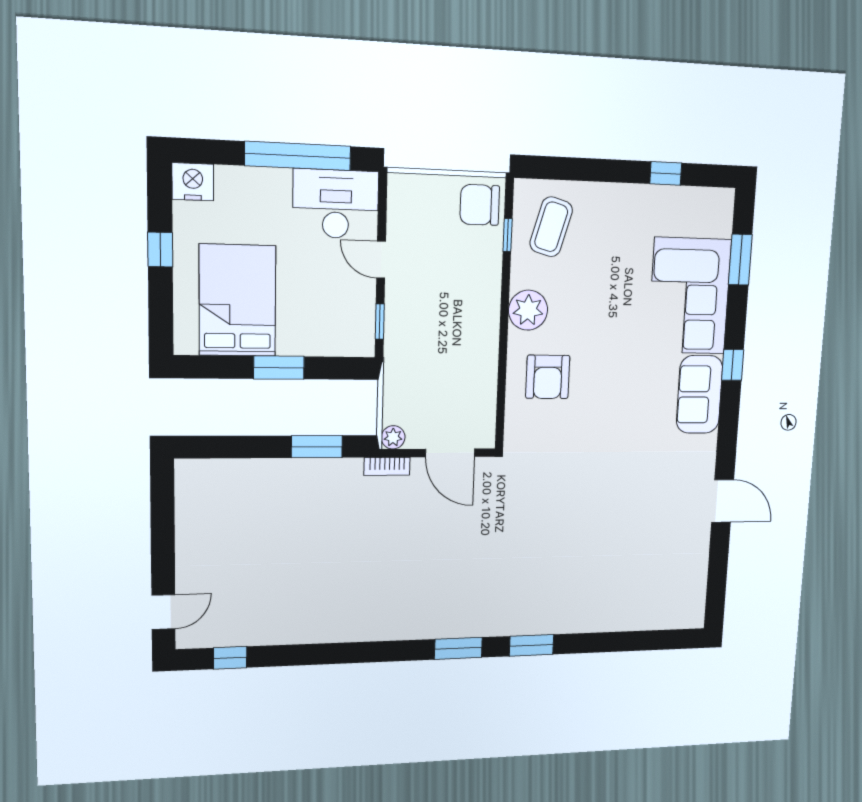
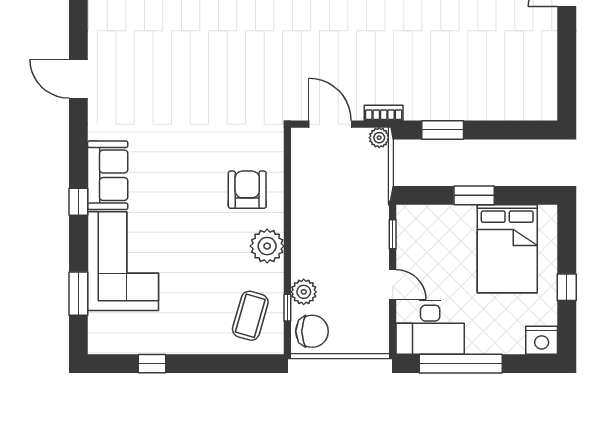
plant: (488, 254) -> (304, 292), added

